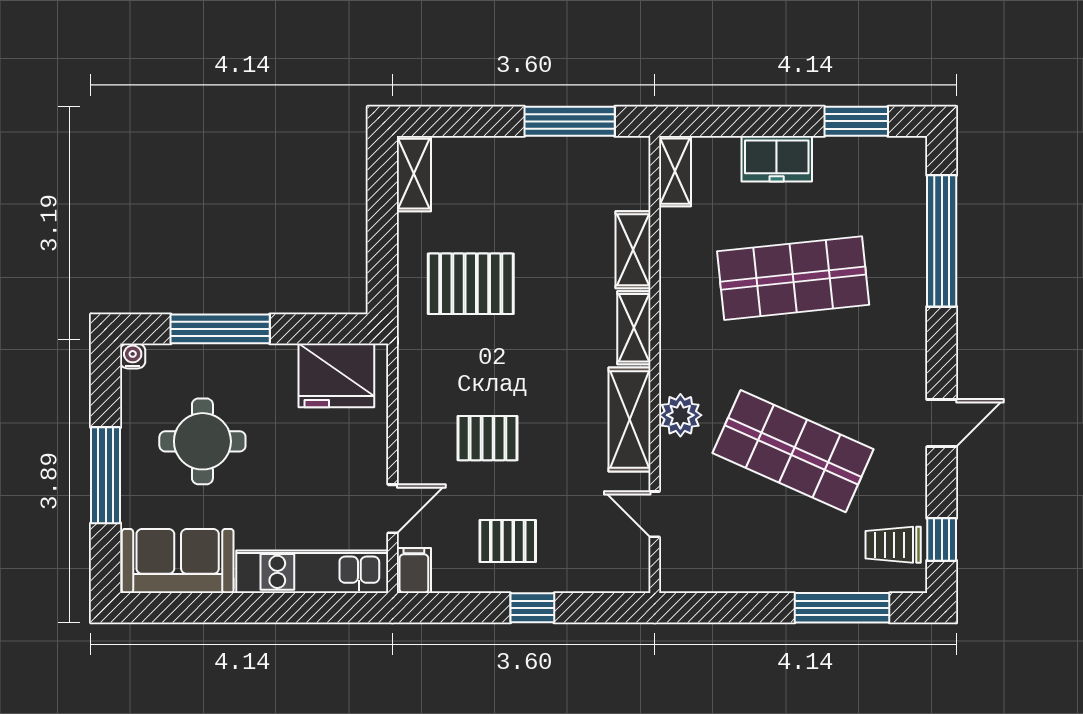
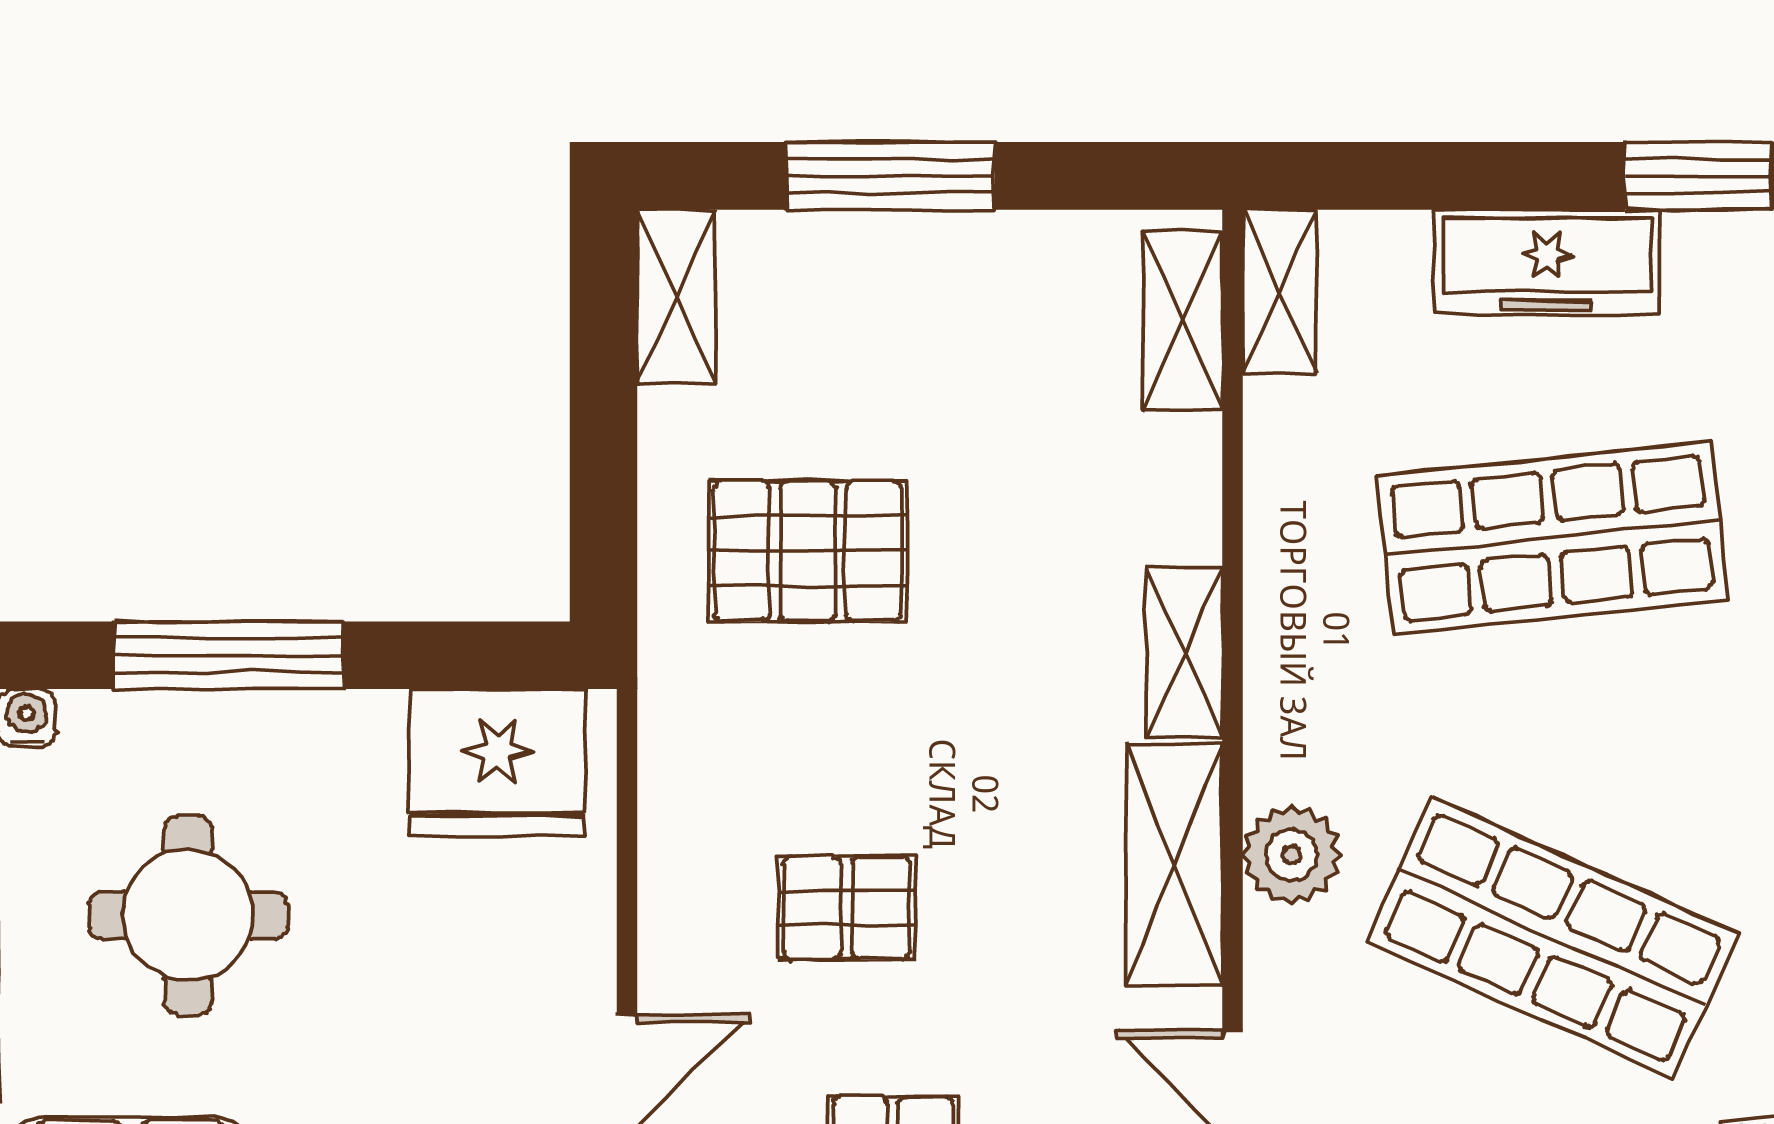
window: (570, 121) -> (890, 176), moved
freezer: (777, 159) -> (1547, 262), width x1.40
shelving: (633, 250) -> (1182, 320), moved

